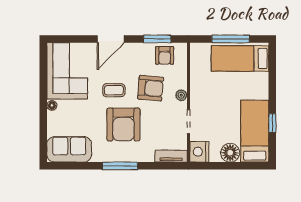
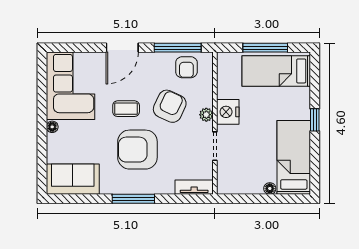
window: (157, 39) -> (178, 48), width x1.44
armchair: (151, 88) -> (170, 106), turned -70
window: (272, 123) -> (315, 120), moved
armchair: (123, 124) -> (137, 150), turned 90
nightstand: (199, 152) -> (228, 112), moved
floor lamp: (230, 153) -> (270, 188), width x0.53, depth x0.53

